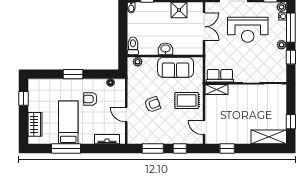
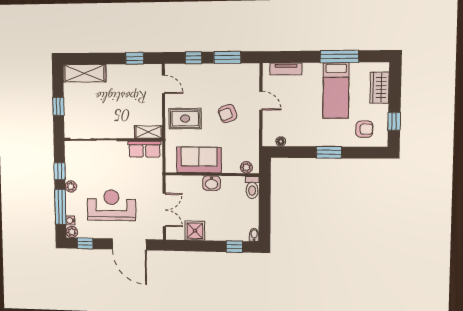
double door: (204, 27) -> (164, 210), swing flipped
armchair: (90, 99) -> (364, 129), moved
window: (291, 122) -> (58, 106), moved

